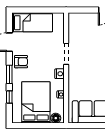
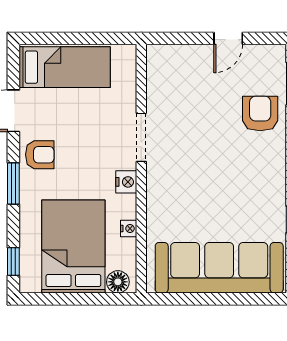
window: (9, 97) -> (13, 261), moved

